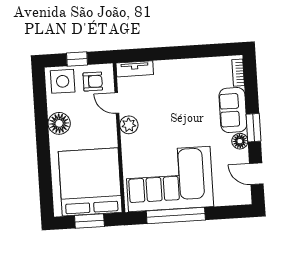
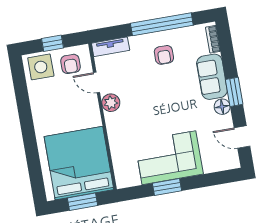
window: (189, 52) -> (162, 24), added
armchair: (93, 82) -> (71, 64), turned 90
armchair: (187, 83) -> (164, 55), added
floor lamp: (59, 123) -> (42, 109), removed
corner sofa: (169, 179) -> (169, 158), width x0.73, depth x0.74
window: (176, 216) -> (167, 187), width x0.47

